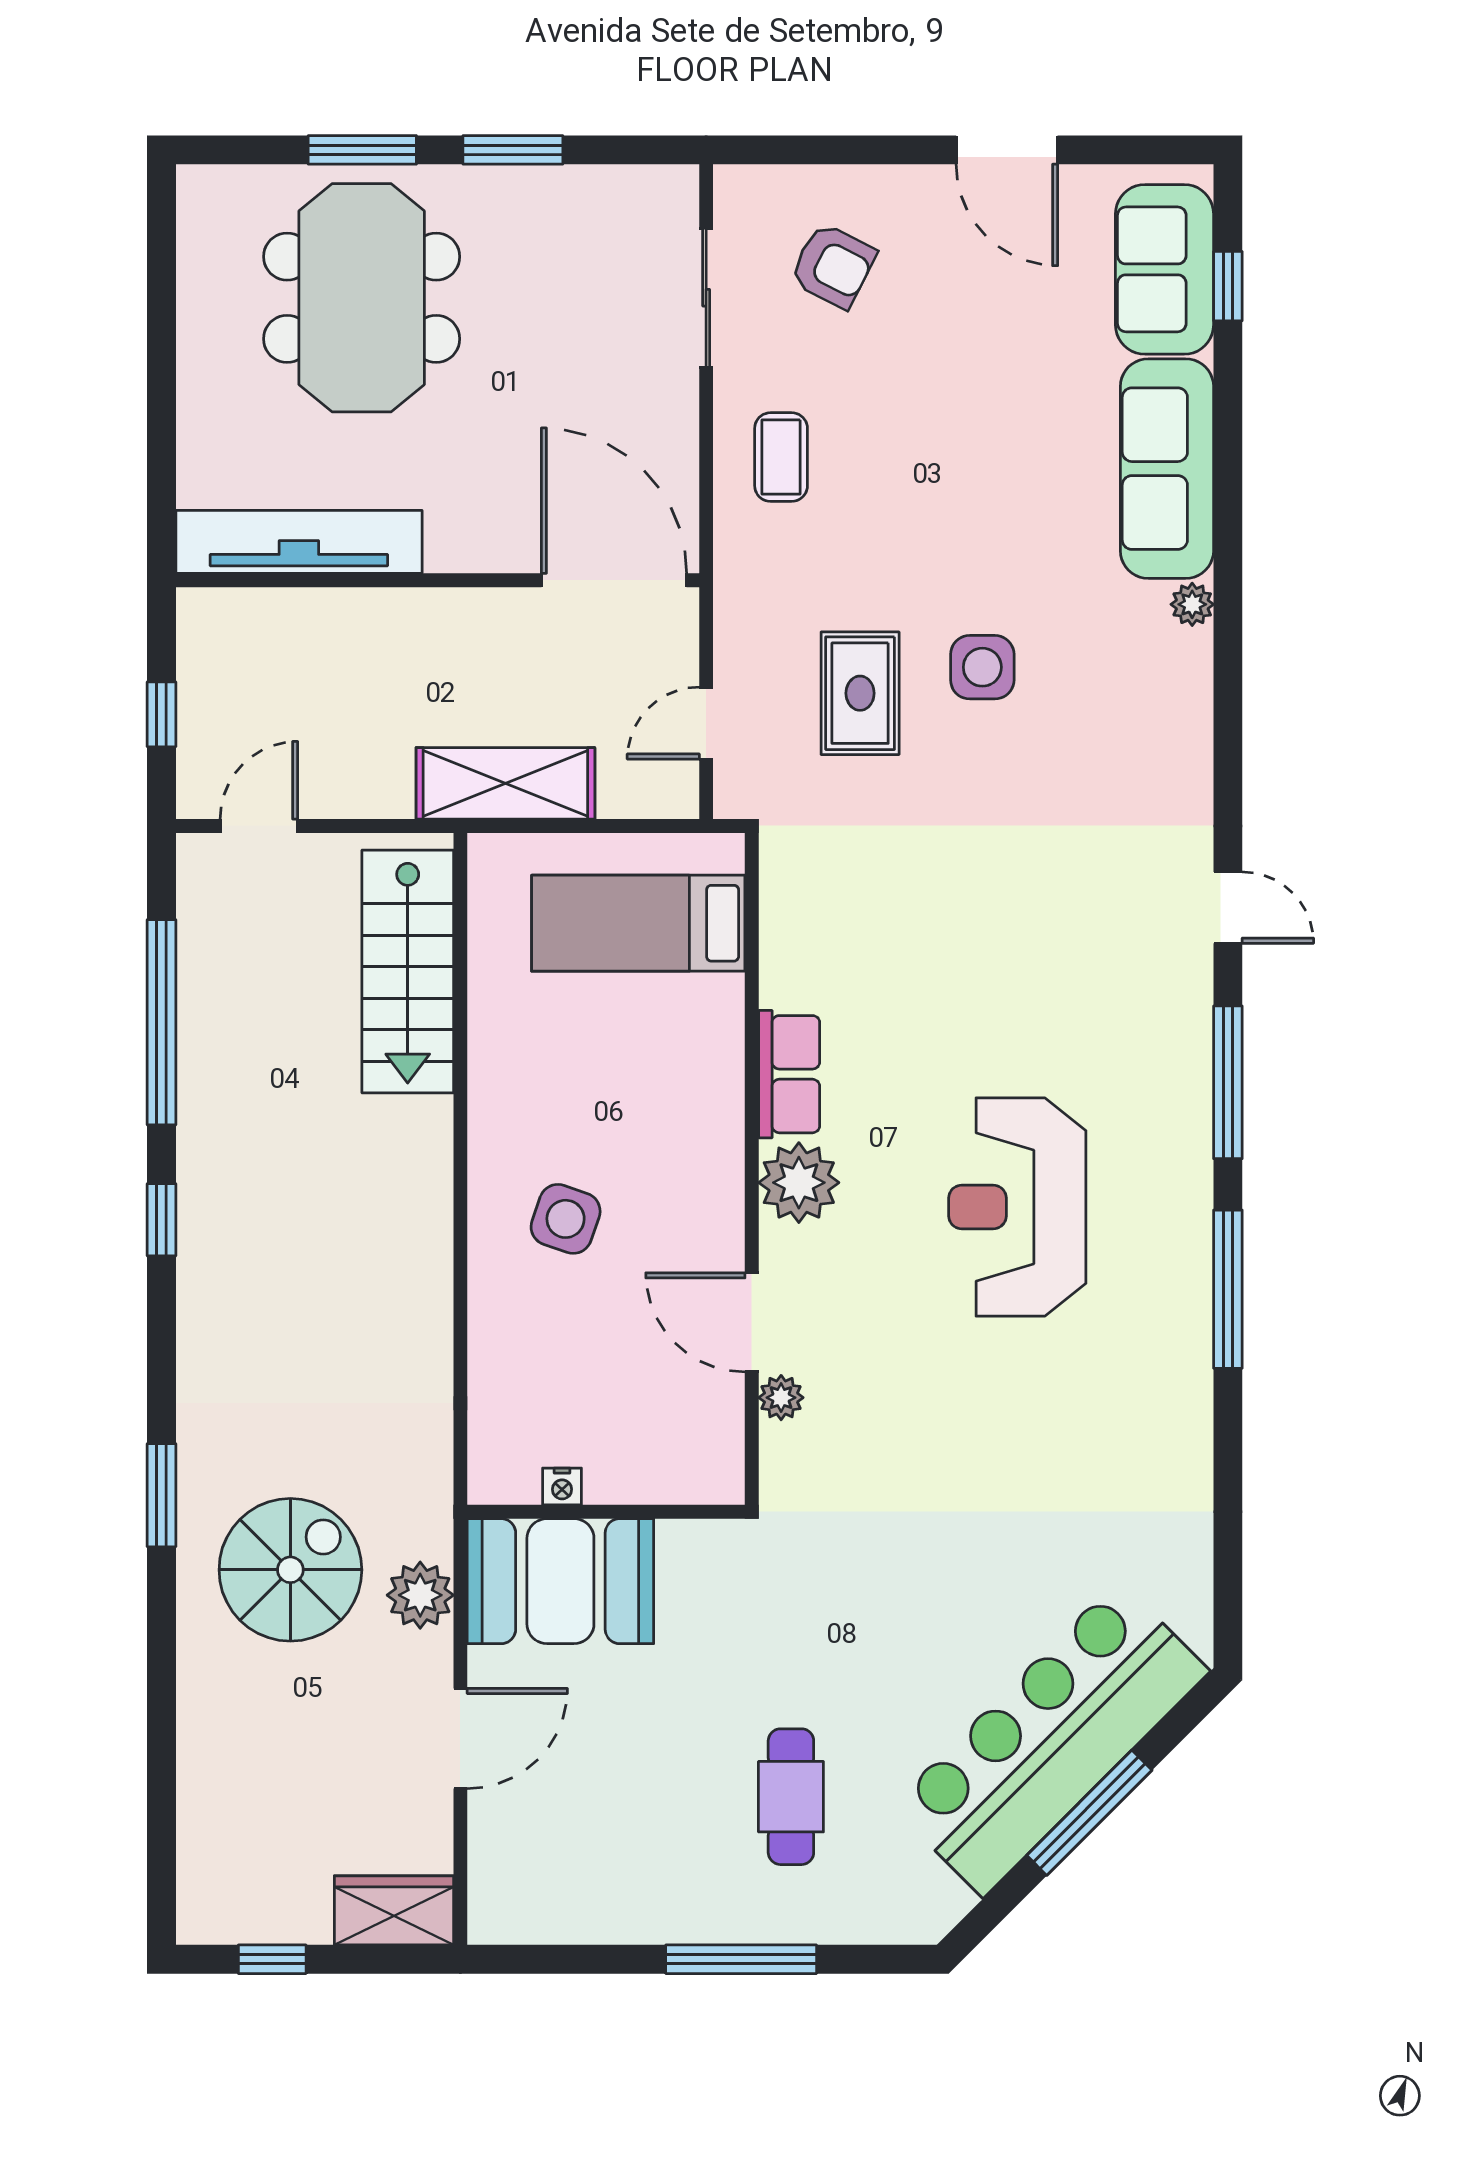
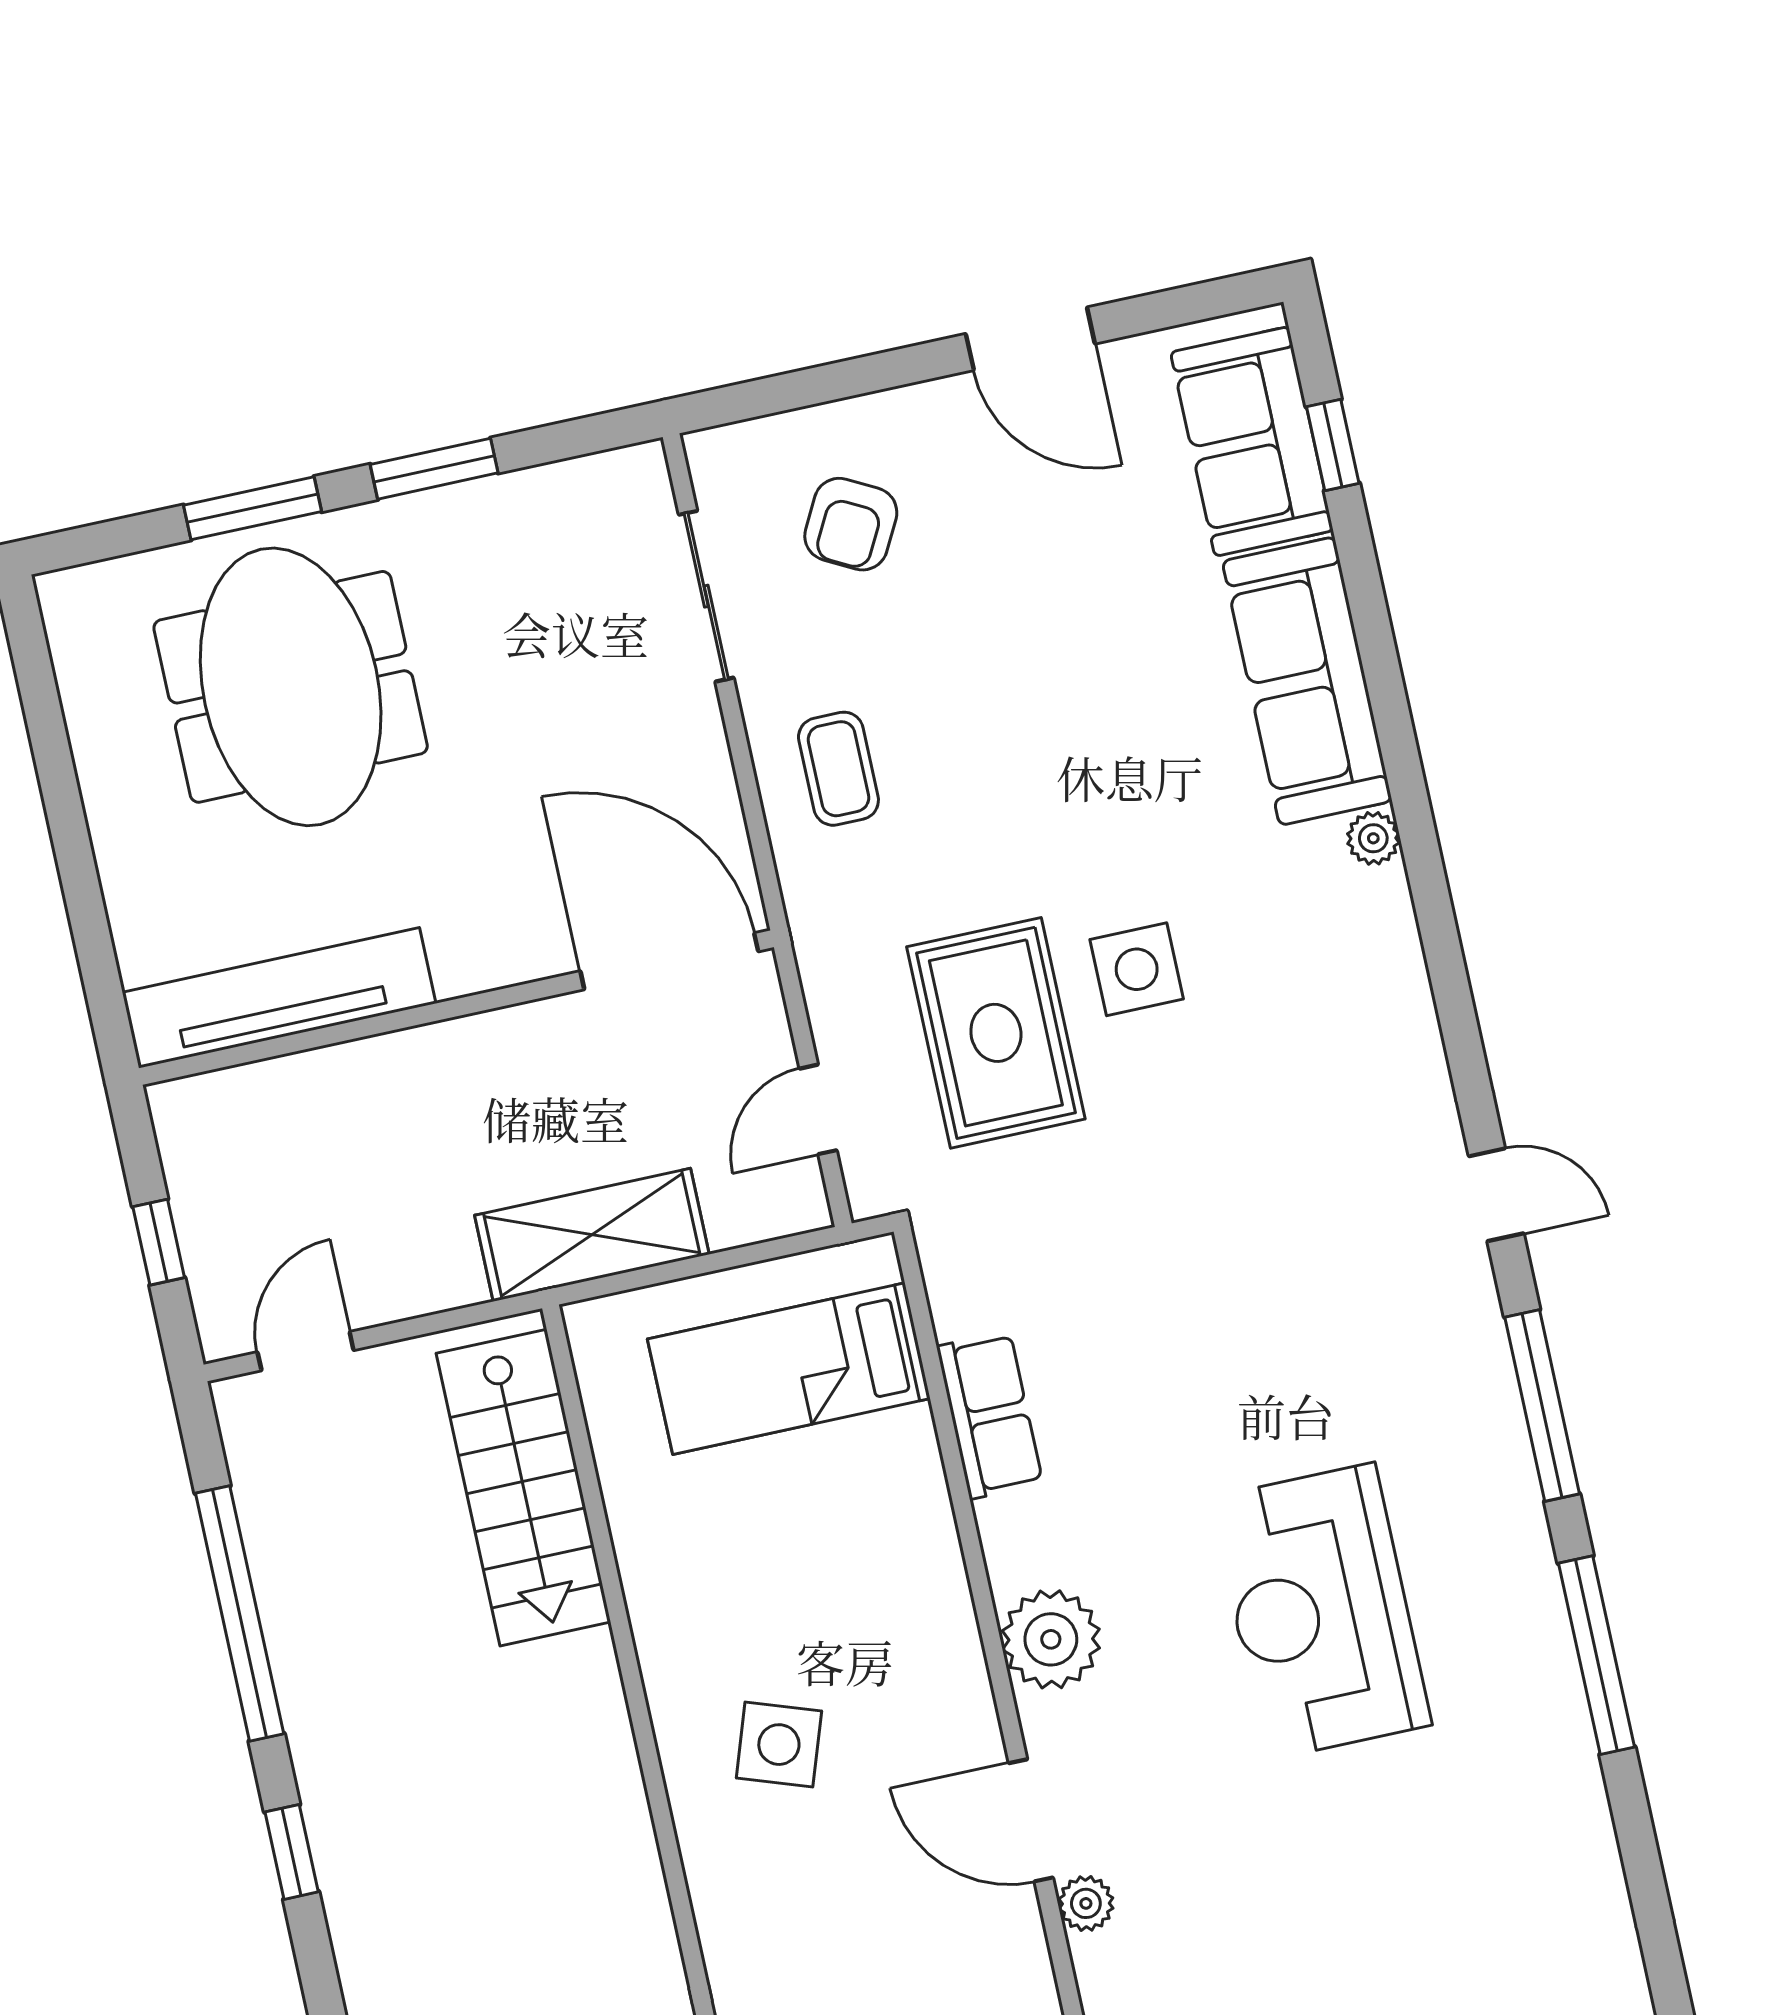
armchair: (833, 266) -> (851, 524), turned 91
rug: (860, 693) -> (996, 1033), width x1.36, depth x1.43
row of seats: (789, 1074) -> (990, 1415), moved

